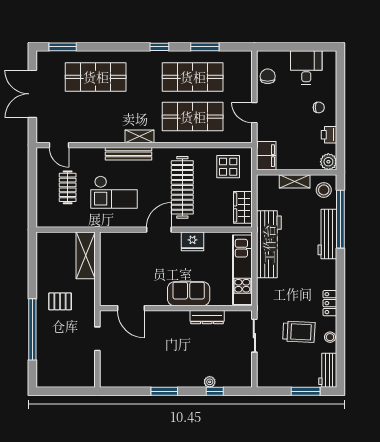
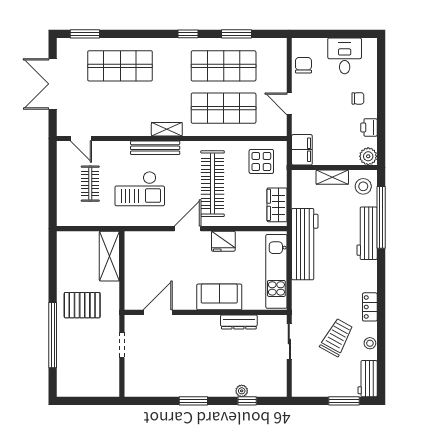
pallet: (60, 301) -> (82, 305), width x1.50, depth x1.42
door: (131, 308) -> (158, 312), swing flipped
trolley: (299, 332) -> (337, 337), turned -64

